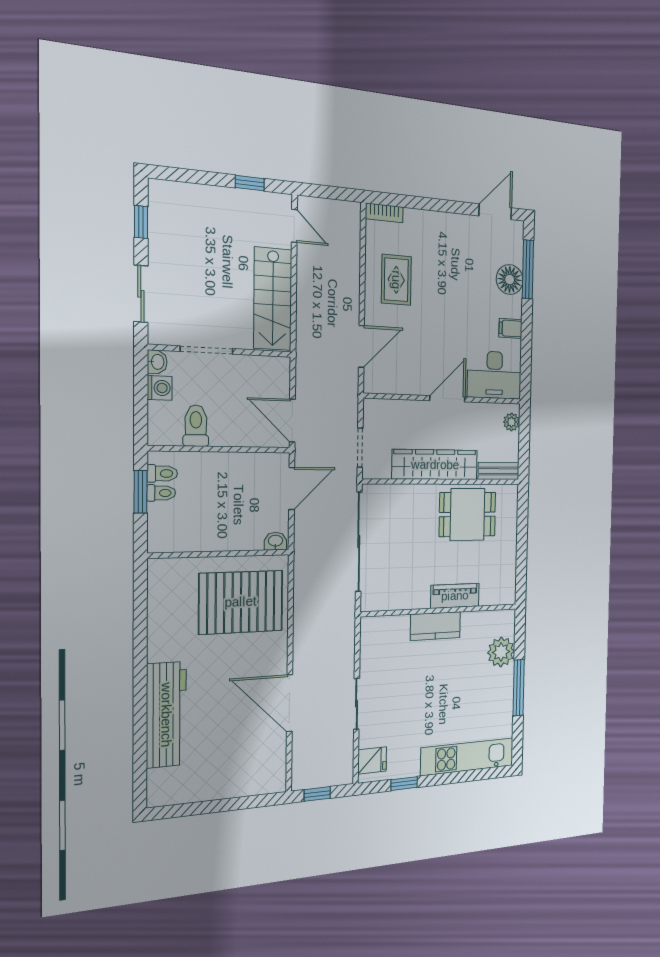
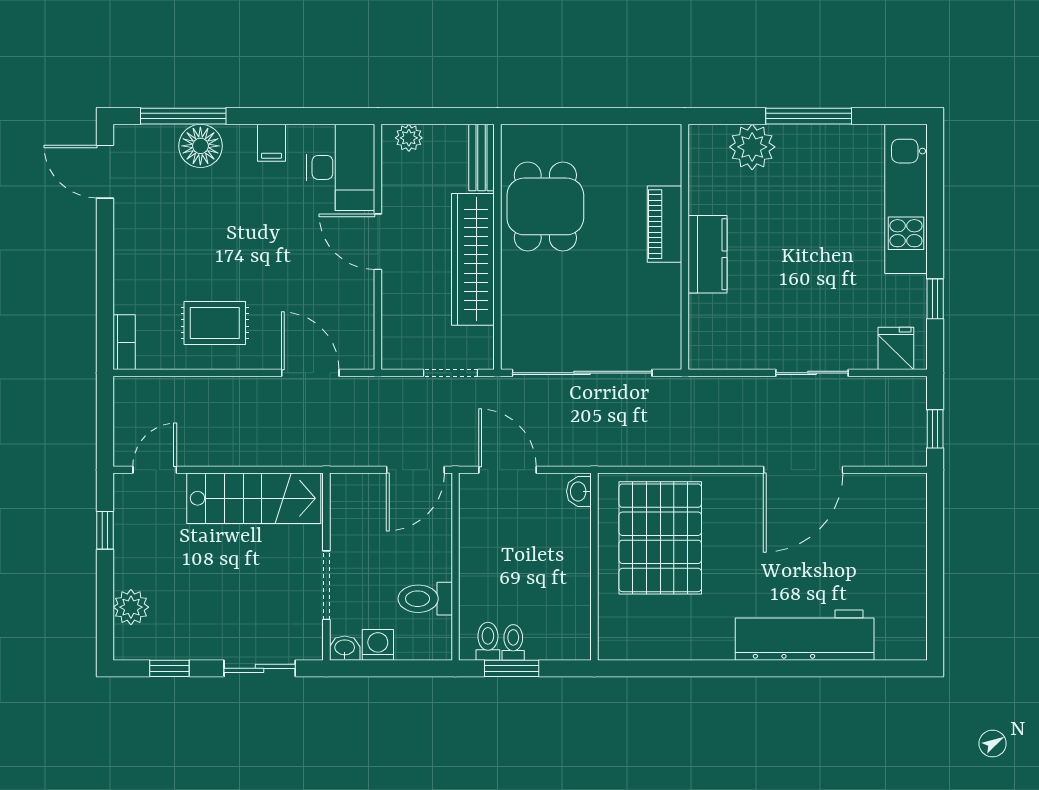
plant: (190, 197) -> (131, 607), added

